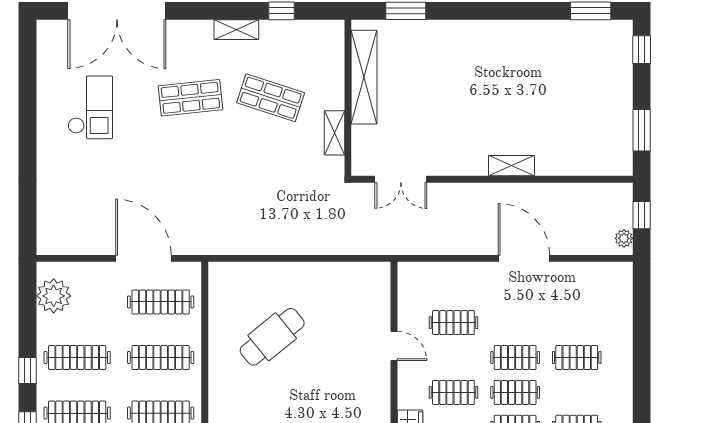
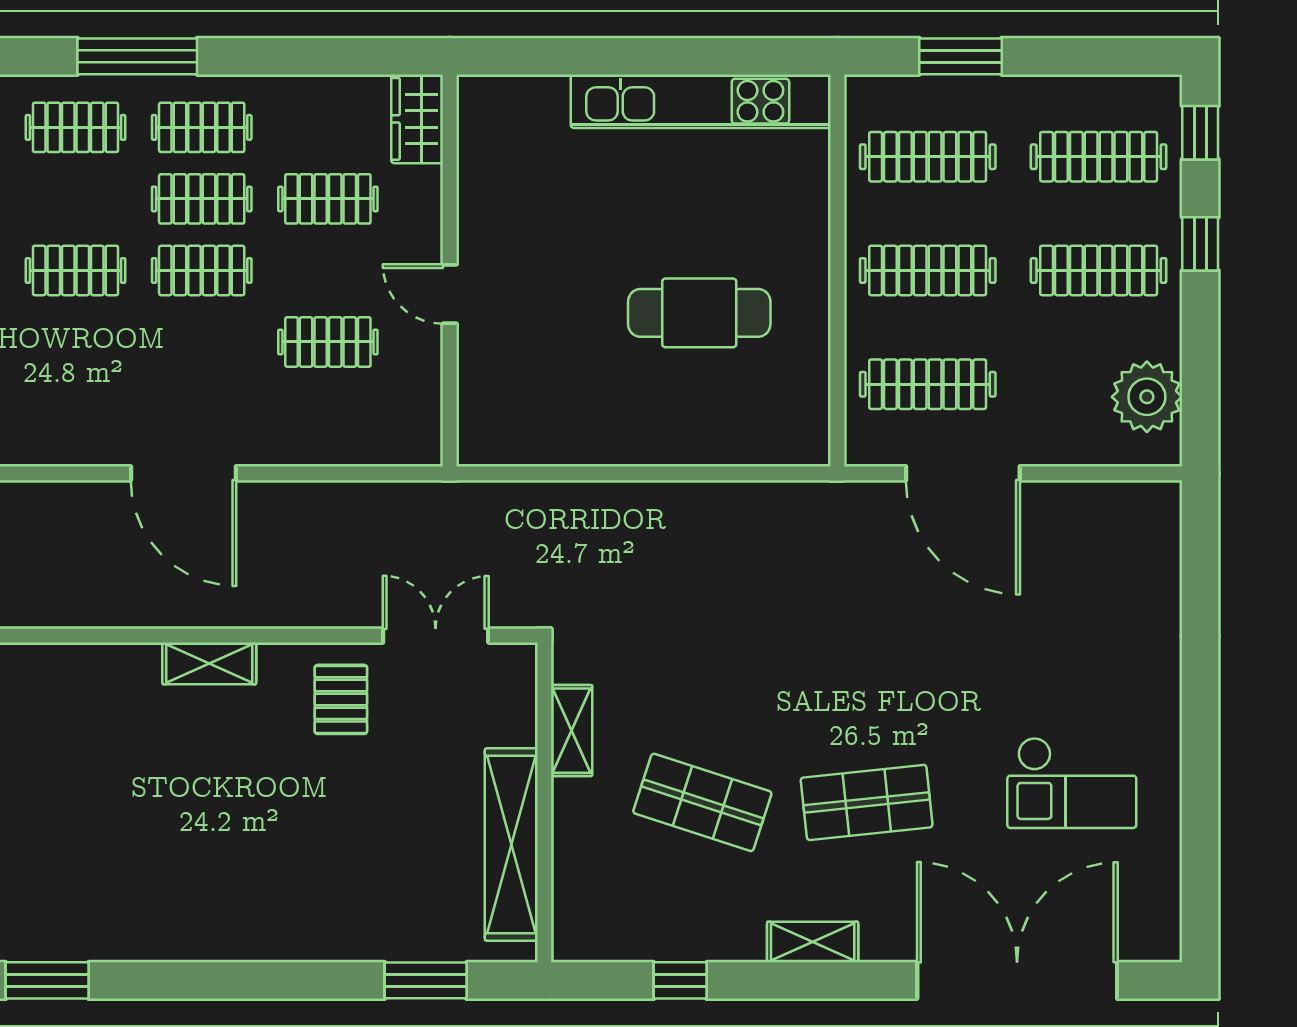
shelving: (236, 30) -> (813, 942), moved
checkout: (90, 107) -> (1072, 783), turned -90
pallet: (447, 148) -> (341, 699), added
cafe table: (272, 337) -> (699, 313), turned 39

